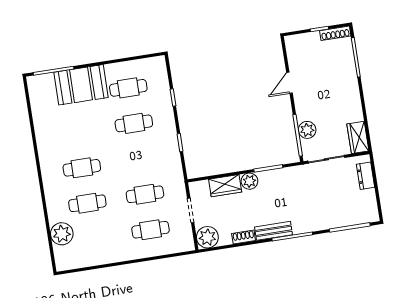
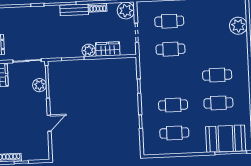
booth: (81, 85) -> (226, 139), moved
cafe table: (87, 203) -> (218, 103), moved

